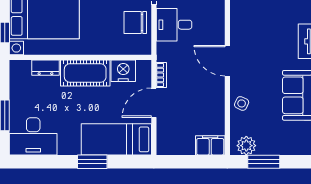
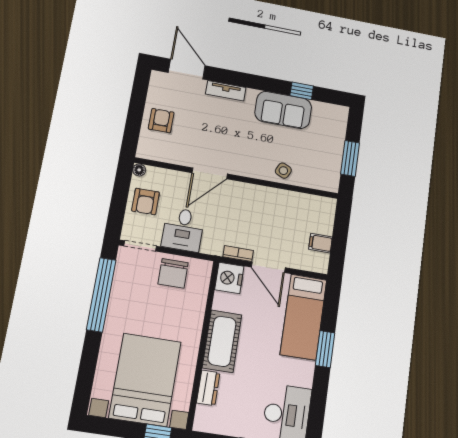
door: (227, 61) -> (210, 173), moved
nightstand: (123, 71) -> (229, 278), moved
filing cabinet: (210, 145) -> (320, 243), moved, width x0.50
plant: (246, 146) -> (330, 174), removed

